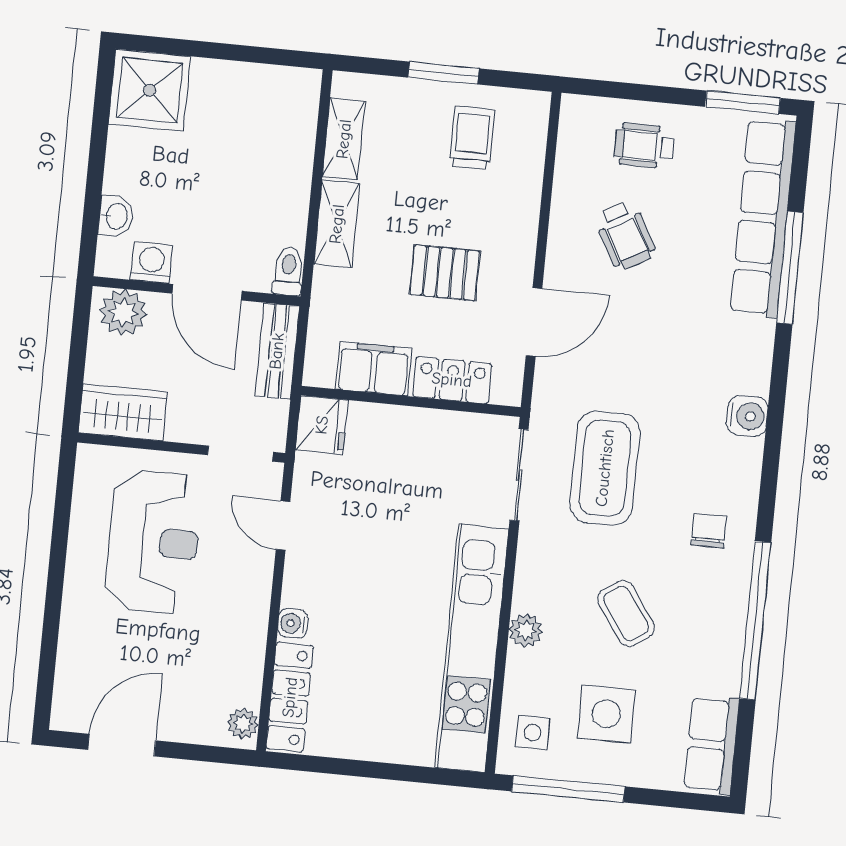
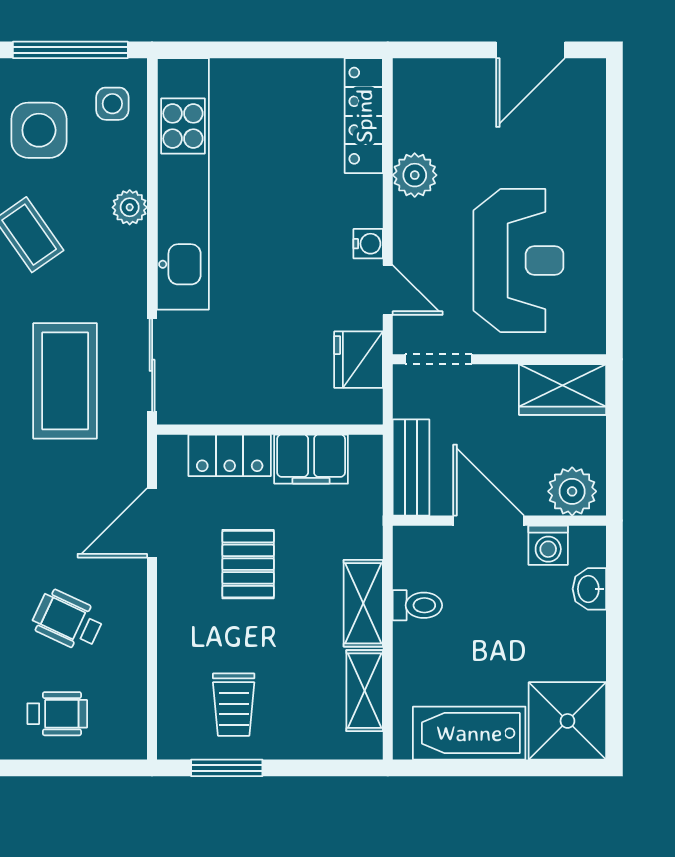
window: (443, 73) -> (227, 768), moved
bathtub: (246, 88) -> (469, 733), added
wheelchair: (625, 235) -> (68, 621), turned -36
toilet: (288, 271) -> (417, 605), moved, turned -90
pallet: (445, 273) -> (248, 564), turned 90
fridge: (322, 425) -> (359, 360), moved
reception desk: (153, 542) -> (518, 260), turned 180
water cooler: (293, 623) -> (368, 244), moved
plant: (243, 724) -> (415, 175), moved, width x1.38, depth x1.38

